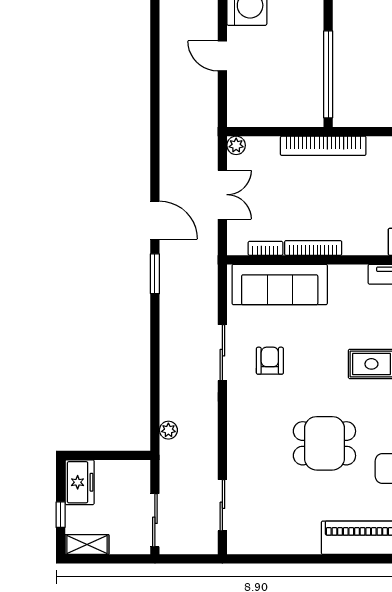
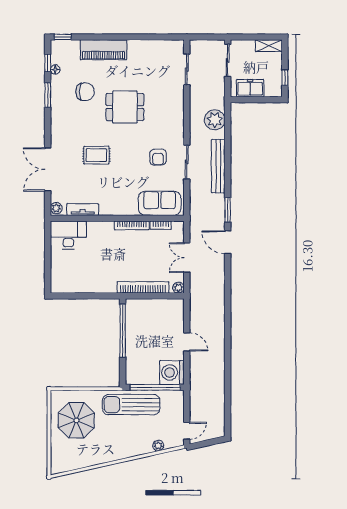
bookcase: (323, 146) -> (143, 287), moved
sofa: (280, 284) -> (160, 203), width x0.73
bench: (170, 346) -> (218, 166), added
plant: (168, 430) -> (215, 120), width x1.88, depth x1.88
freezer: (80, 482) -> (250, 88), moved, turned 90
window: (61, 515) -> (285, 78), moved

